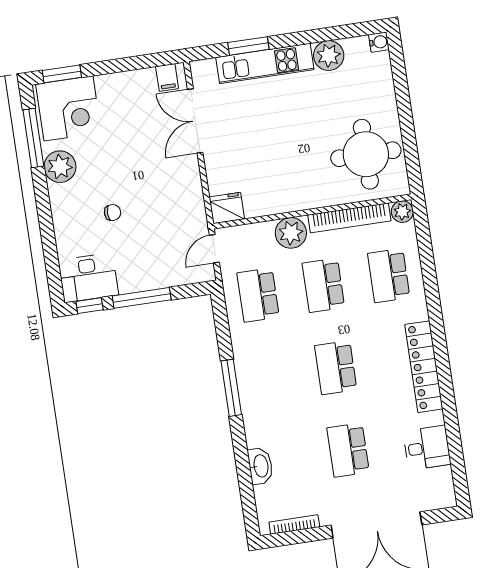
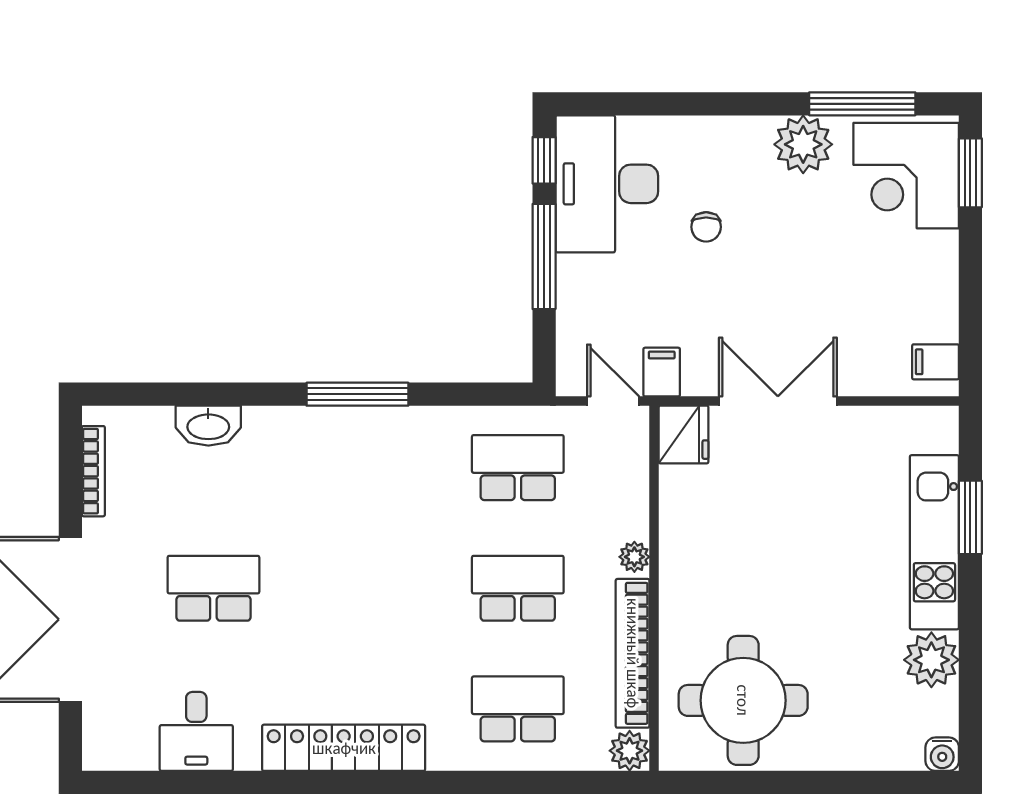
double door: (195, 121) -> (778, 401), moved
filing cabinet: (195, 225) -> (662, 372), added
plant: (291, 233) -> (634, 557), width x0.53, depth x0.53
desk: (88, 278) -> (607, 184), width x1.36, depth x1.30
school desk: (336, 368) -> (366, 588), removed

